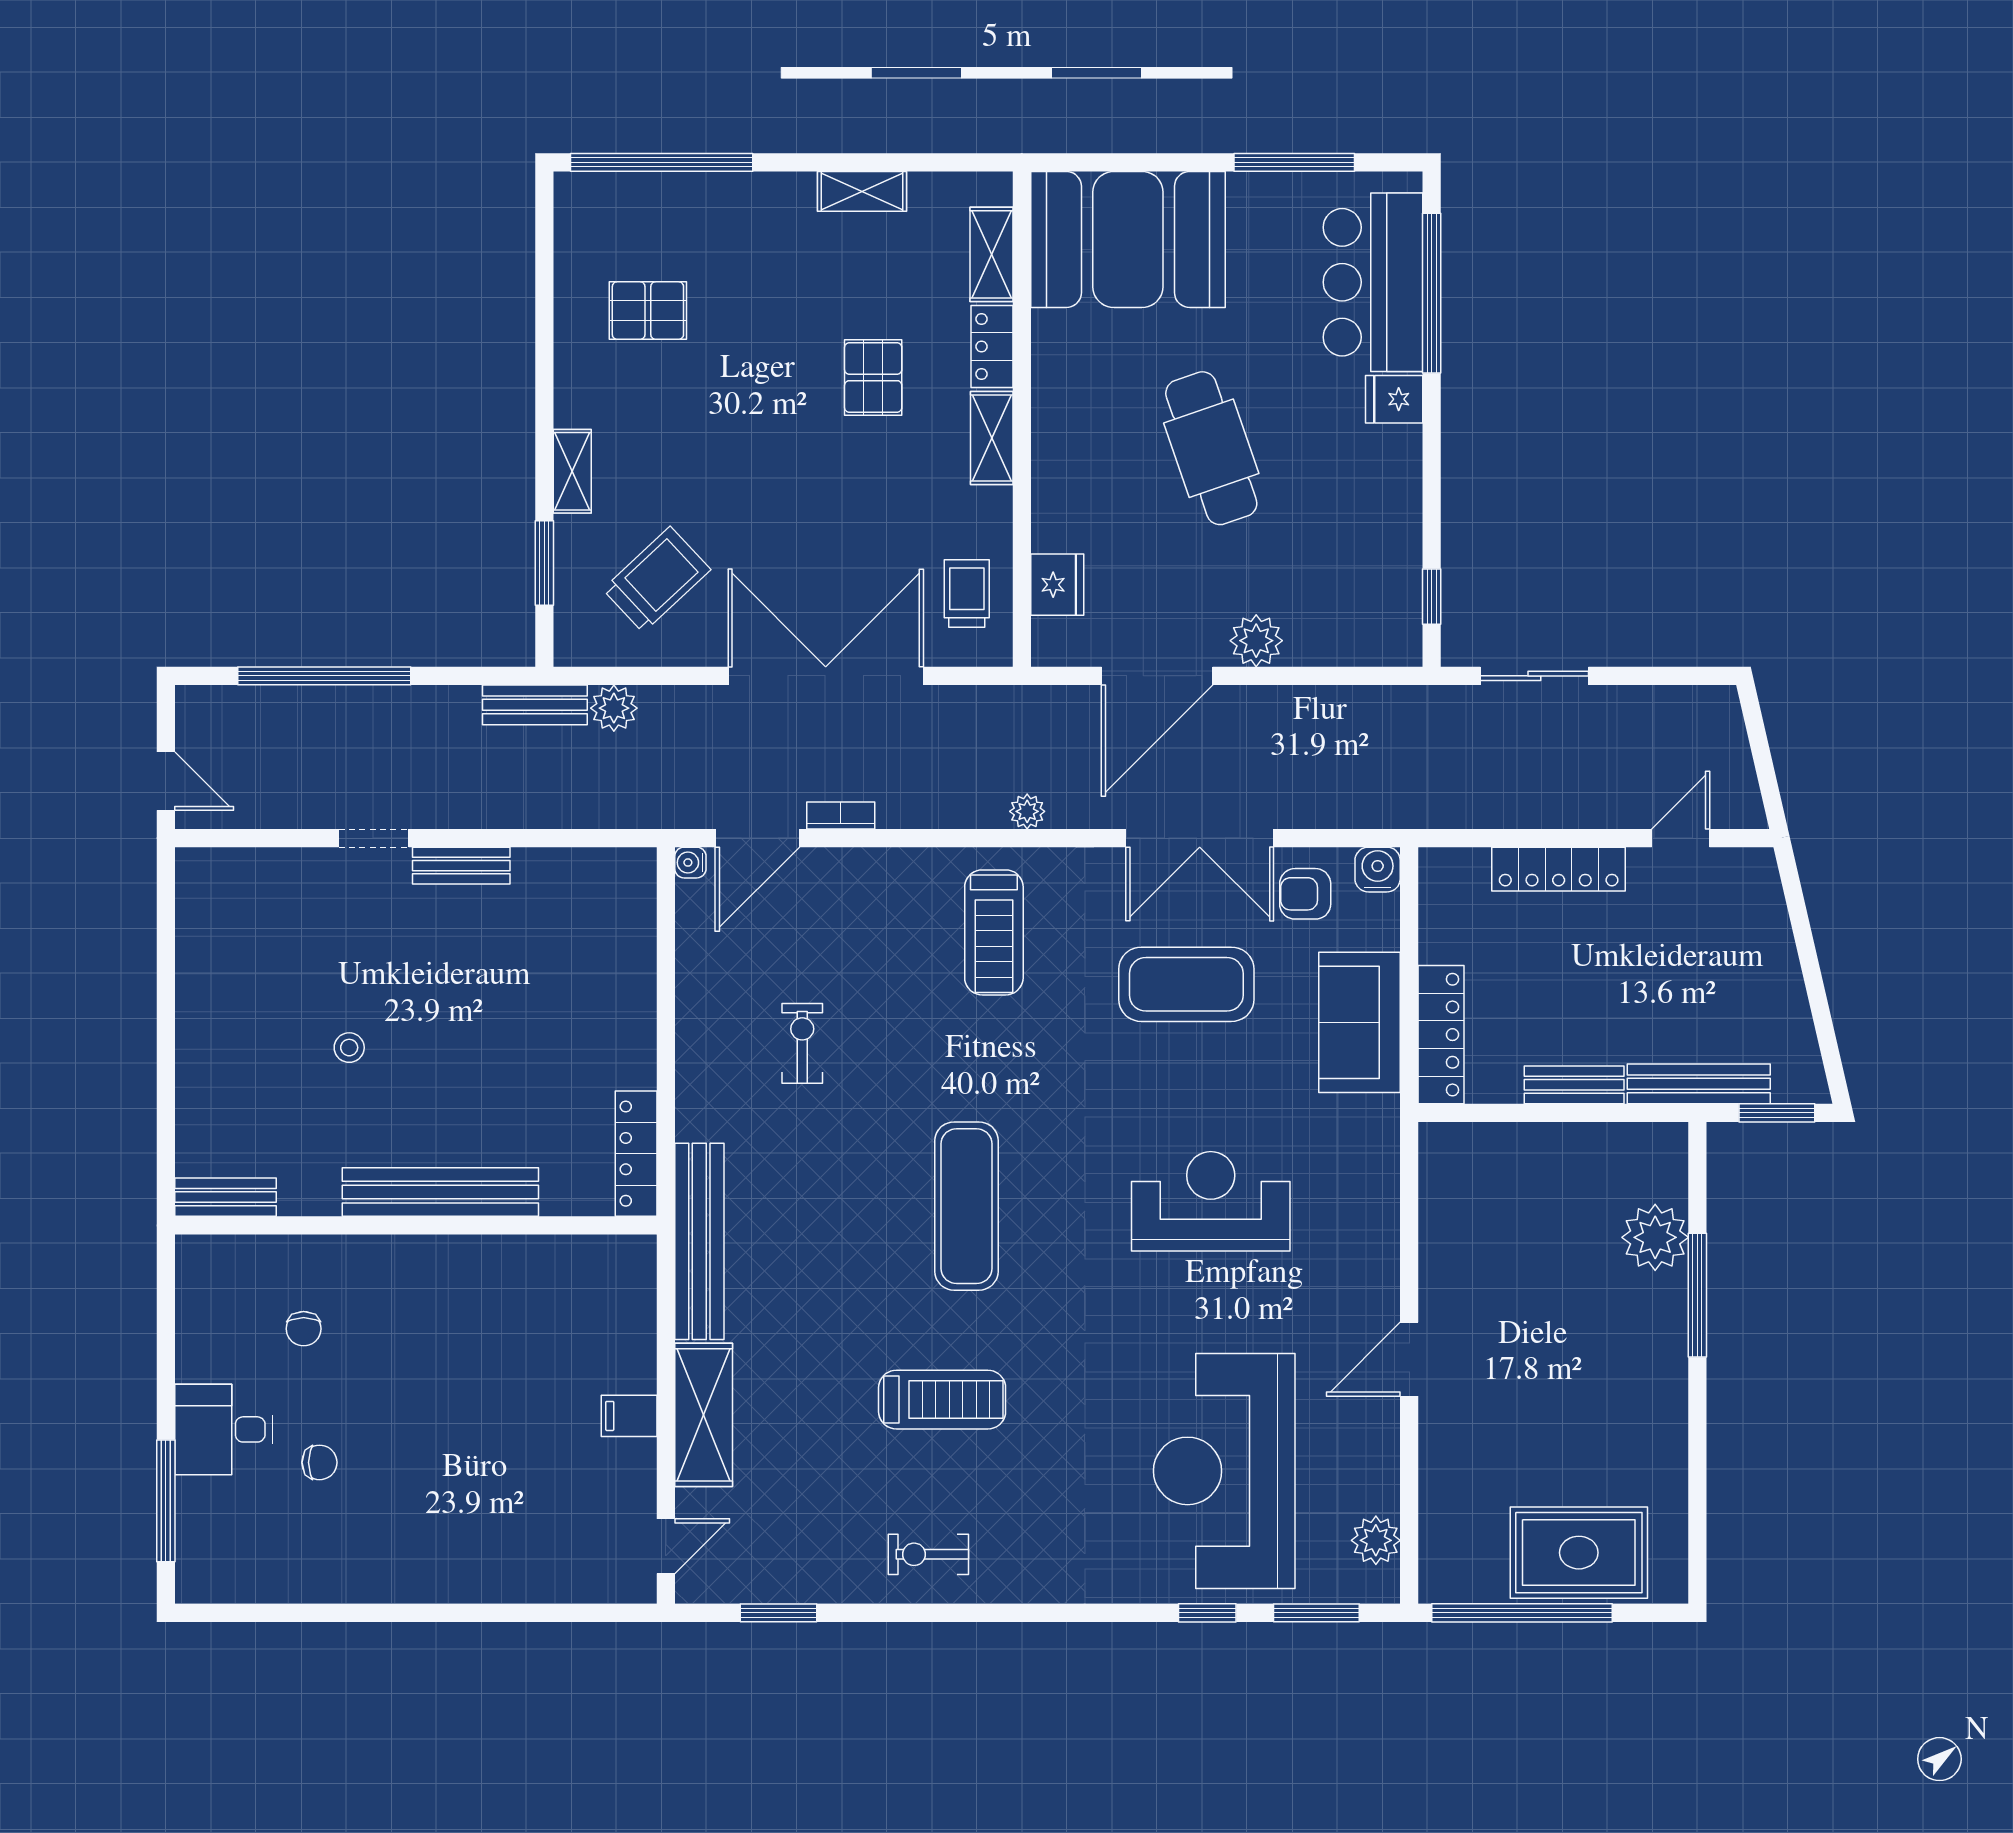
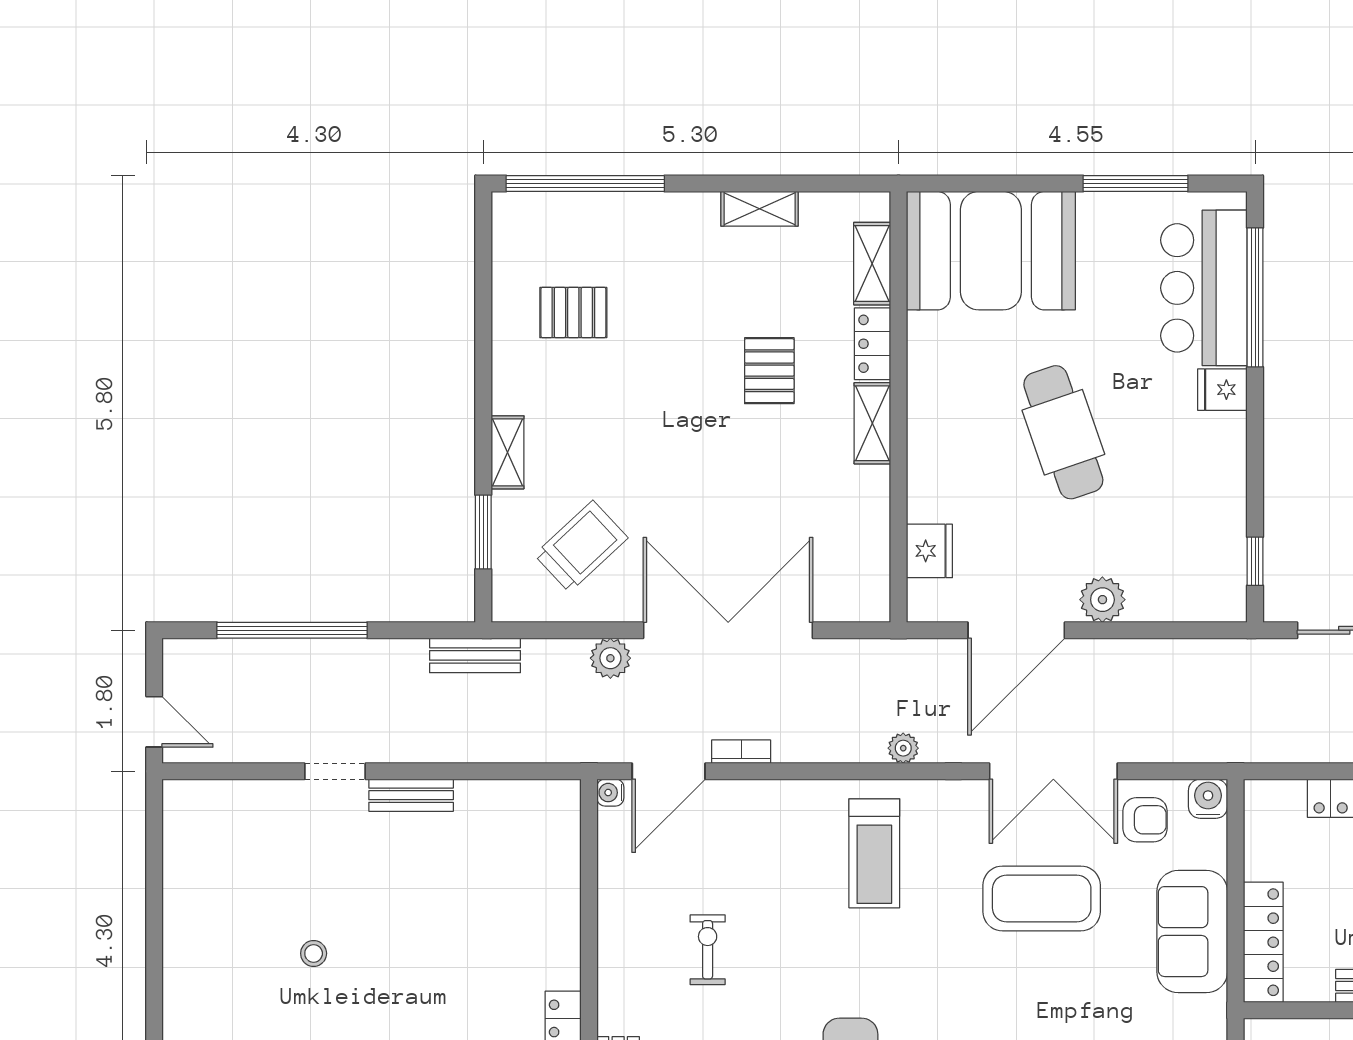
trolley: (967, 593) -> (851, 559), removed
plant: (614, 708) -> (610, 658), moved
armchair: (1305, 894) -> (1145, 820), turned 180

